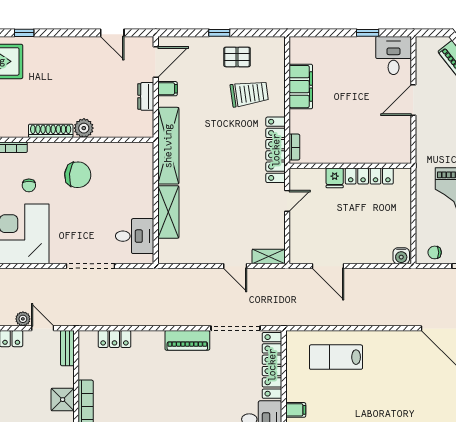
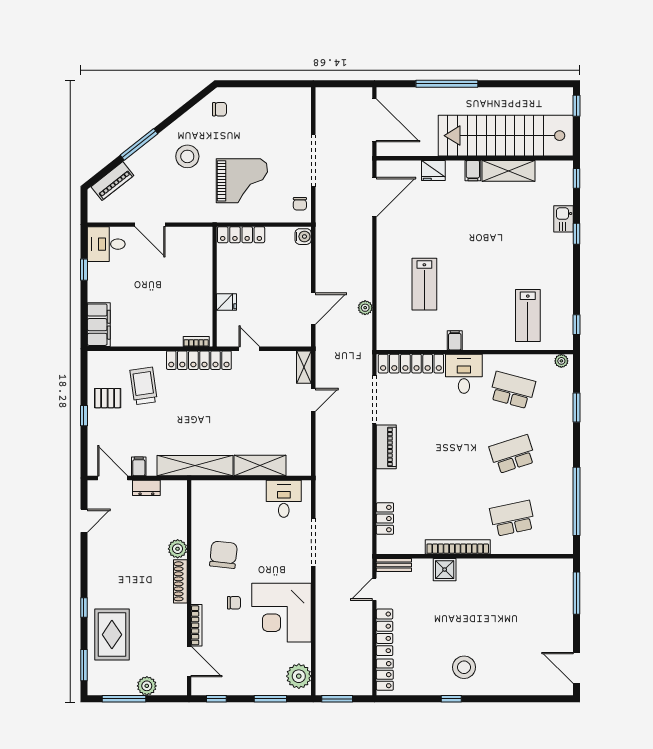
pallet: (237, 57) -> (108, 398), turned 90
filing cabinet: (301, 87) -> (99, 325), moved, turned 90
locker: (369, 176) -> (241, 235), moved, turned 90
plant: (23, 319) -> (365, 308), moved
lab bench: (336, 357) -> (424, 284), moved

